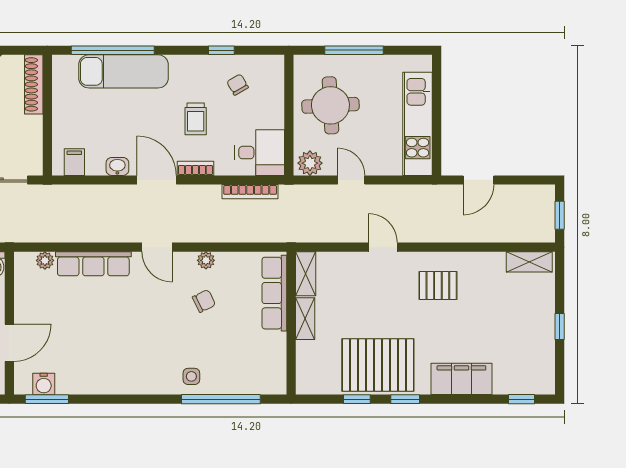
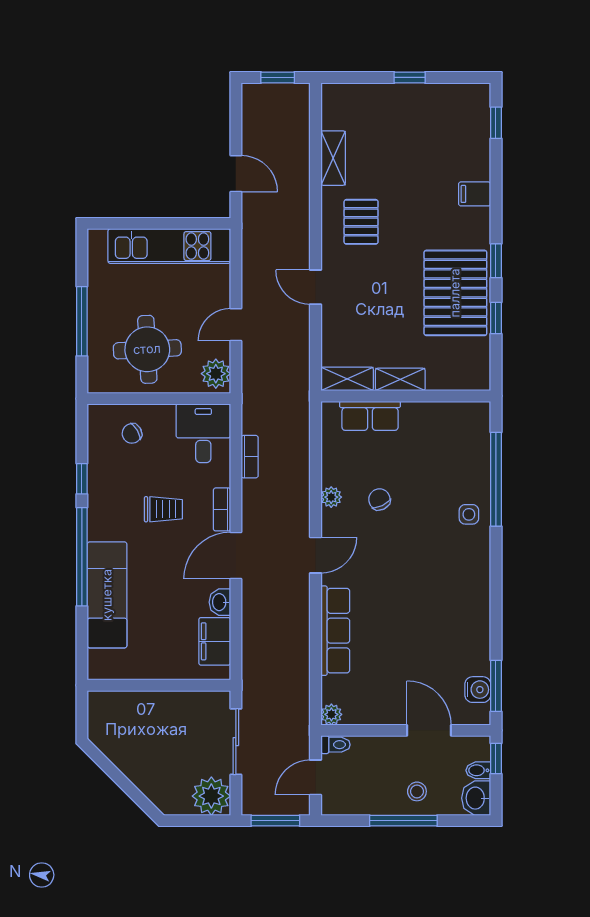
window: (113, 50) -> (82, 557), moved
shoe rack: (34, 84) -> (122, 701), removed
chair: (238, 85) -> (132, 433), moved
filing cabinet: (74, 162) -> (215, 641), width x2.00
bookcase: (250, 192) -> (250, 457), width x0.64
door: (383, 247) -> (315, 287), hinge flipped
plant: (45, 260) -> (331, 714), moved
shelving: (529, 262) -> (333, 158), moved
row of seats: (274, 293) -> (370, 416), width x0.68
filing cabinet: (461, 379) -> (475, 194), width x0.33, depth x0.86

